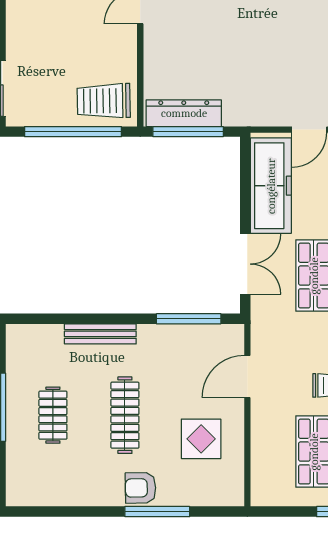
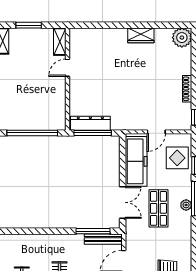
trolley: (104, 101) -> (48, 117), removed
bench: (100, 334) -> (103, 239), moved

